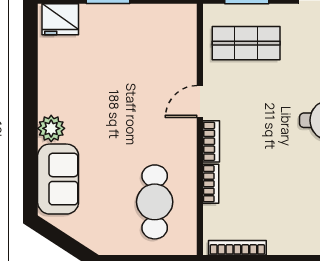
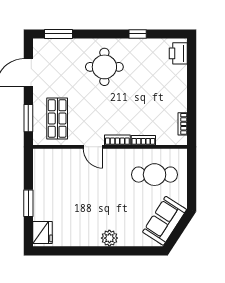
sofa: (58, 179) -> (165, 221), moved, turned -57
bookcase: (237, 248) -> (183, 124), width x0.64

